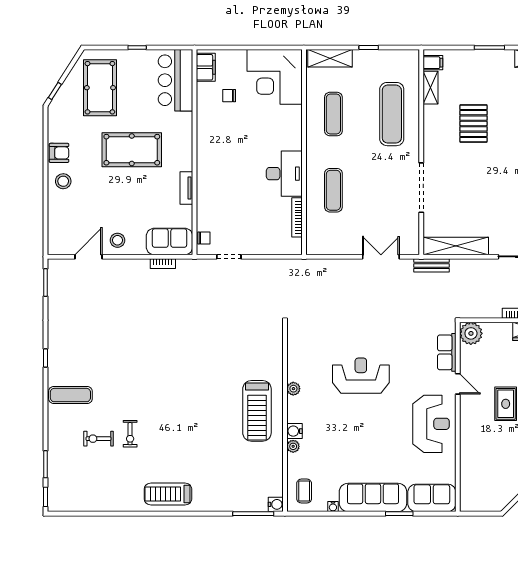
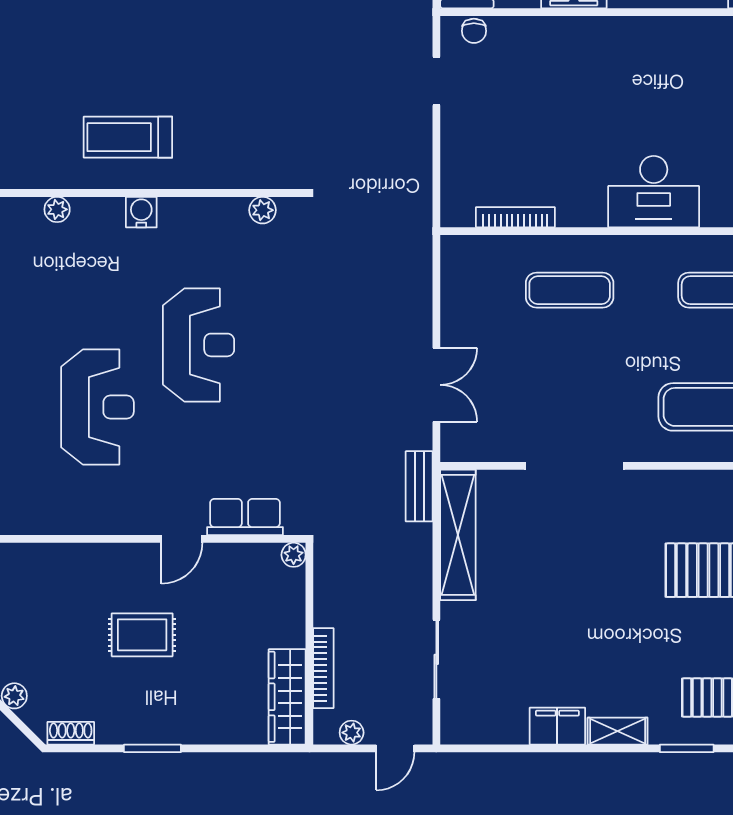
desk: (284, 174) -> (654, 192), moved
plant: (471, 333) -> (294, 555), width x0.53, depth x0.53
plant: (293, 389) -> (263, 210), moved
treadmill: (257, 411) -> (128, 137), width x0.73, depth x0.73
reception desk: (431, 424) -> (97, 407), moved, turned -90
water cooler: (294, 431) -> (141, 212), moved

